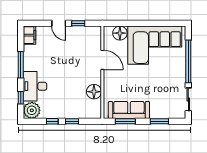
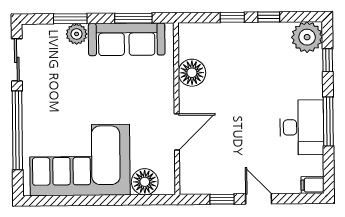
filing cabinet: (29, 35) -> (313, 185), width x0.50
door: (102, 60) -> (177, 132), swing flipped
desk: (35, 86) -> (302, 127), moved
plant: (156, 113) -> (77, 34), added

